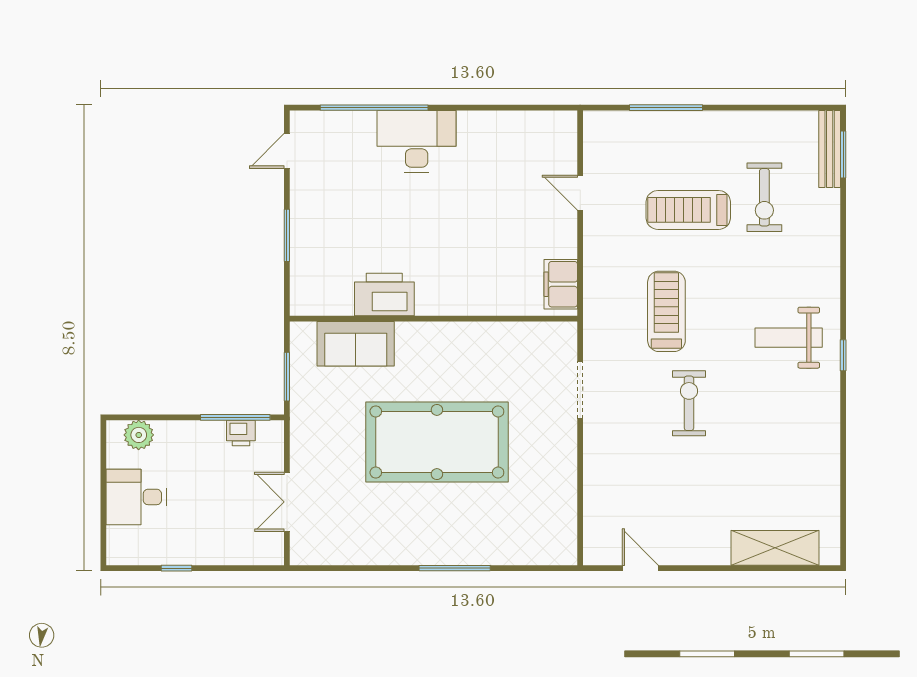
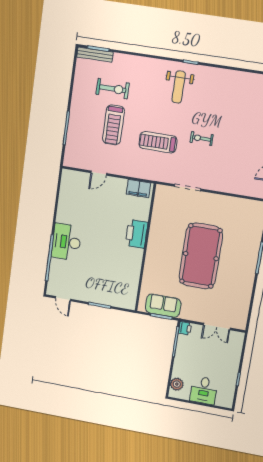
printer: (384, 295) -> (137, 234), moved
sofa: (356, 344) -> (163, 306), moved, turned -90
exercise bike: (689, 403) -> (202, 138), width x0.73, depth x0.72
printer: (241, 433) -> (185, 328), moved

